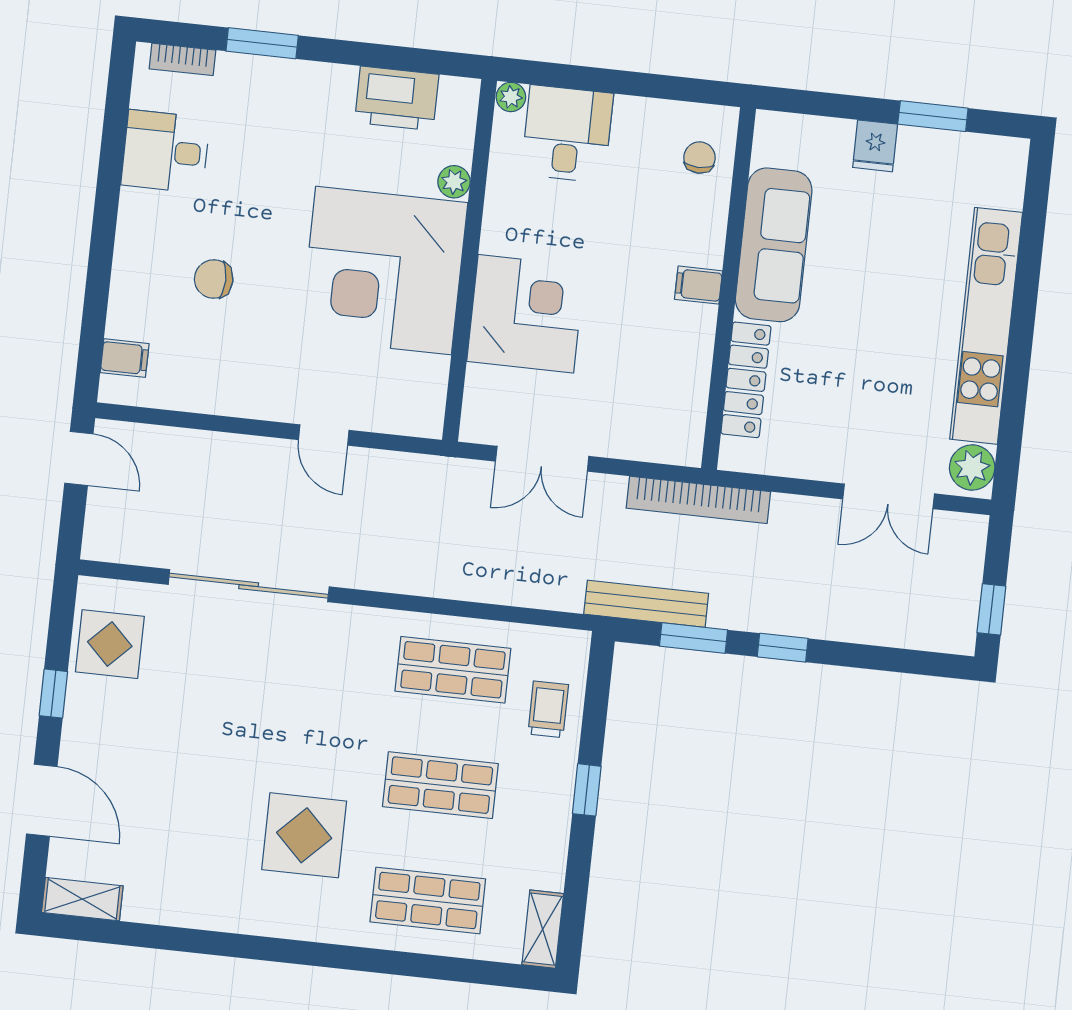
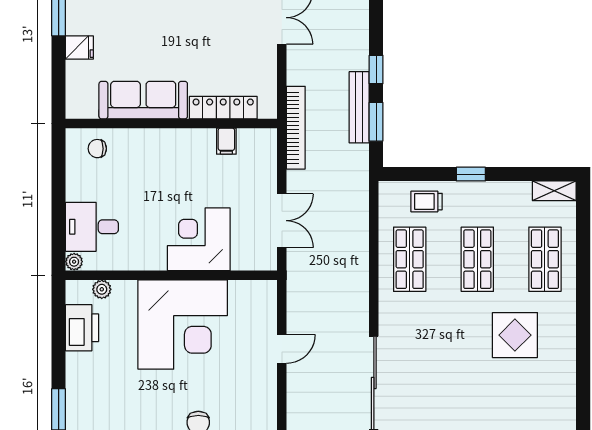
plant: (454, 182) -> (102, 289), moved
filing cabinet: (699, 285) -> (226, 141), moved
bench: (646, 604) -> (359, 107), moved

